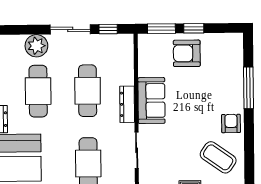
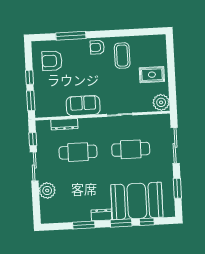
armchair: (187, 53) -> (52, 61), moved, turned 90
cafe table: (38, 91) -> (80, 188), removed
dresser: (127, 104) -> (64, 124), moved
coffee table: (218, 157) -> (122, 56), turned -35

